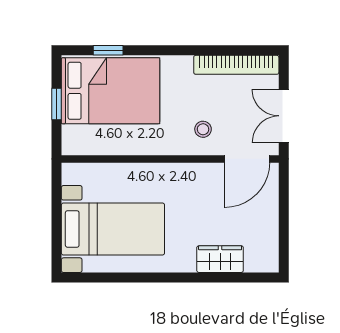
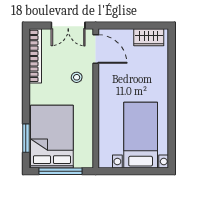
window: (108, 50) -> (26, 138), width x1.50
window: (56, 104) -> (60, 171), width x2.17
wardrobe: (220, 259) -> (149, 37), moved, turned -90

